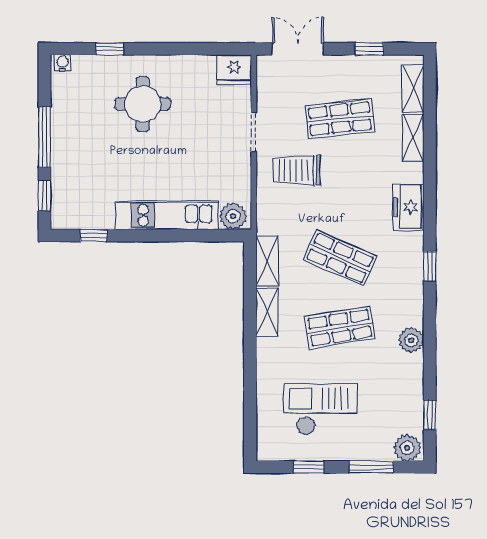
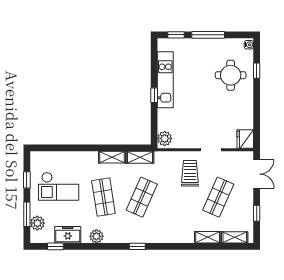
round table: (143, 104) -> (231, 75), moved
shop shelf: (340, 119) -> (218, 197), turned 30
freezer: (408, 207) -> (68, 235), moved
kitchen unit: (167, 215) -> (165, 80), moved
window: (94, 235) -> (154, 95), moved
checkout: (320, 409) -> (59, 186), turned 90
plant: (407, 448) -> (37, 223), moved

